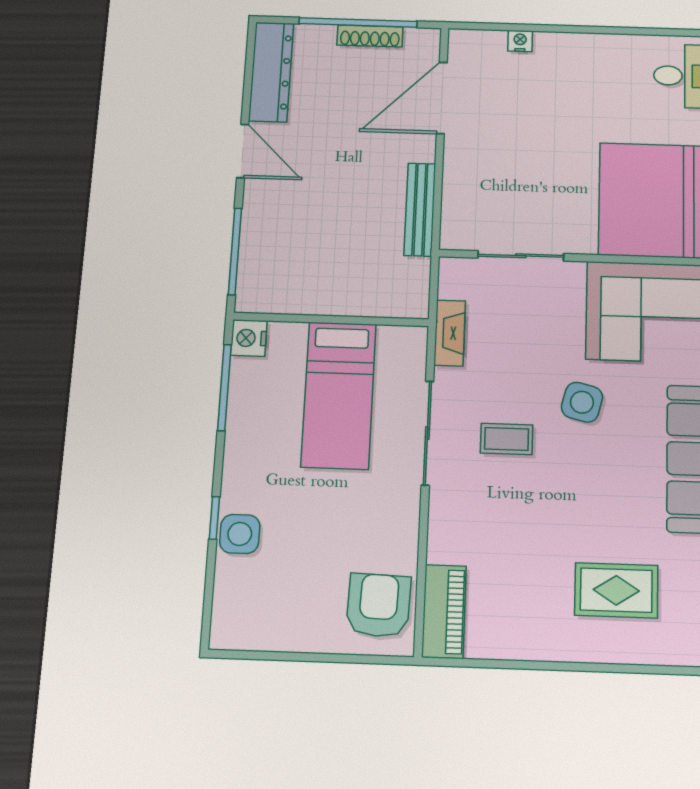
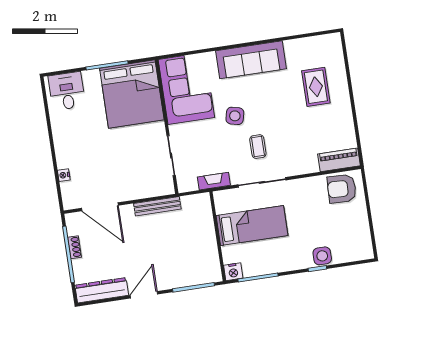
shoe rack: (370, 36) -> (74, 247), width x0.70

